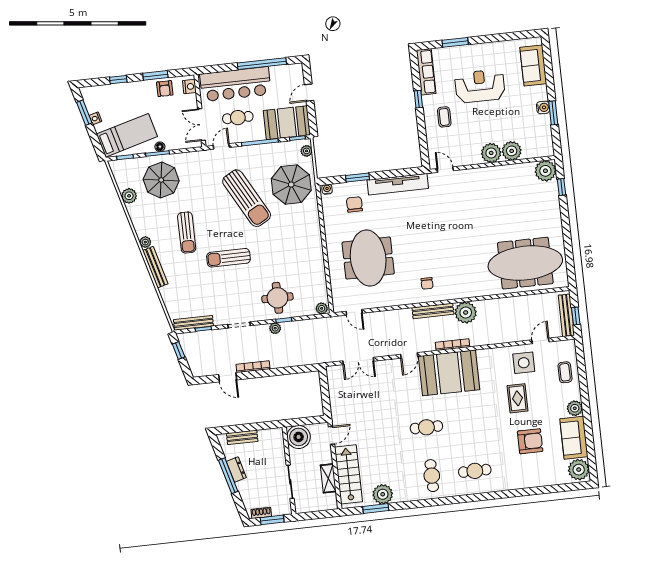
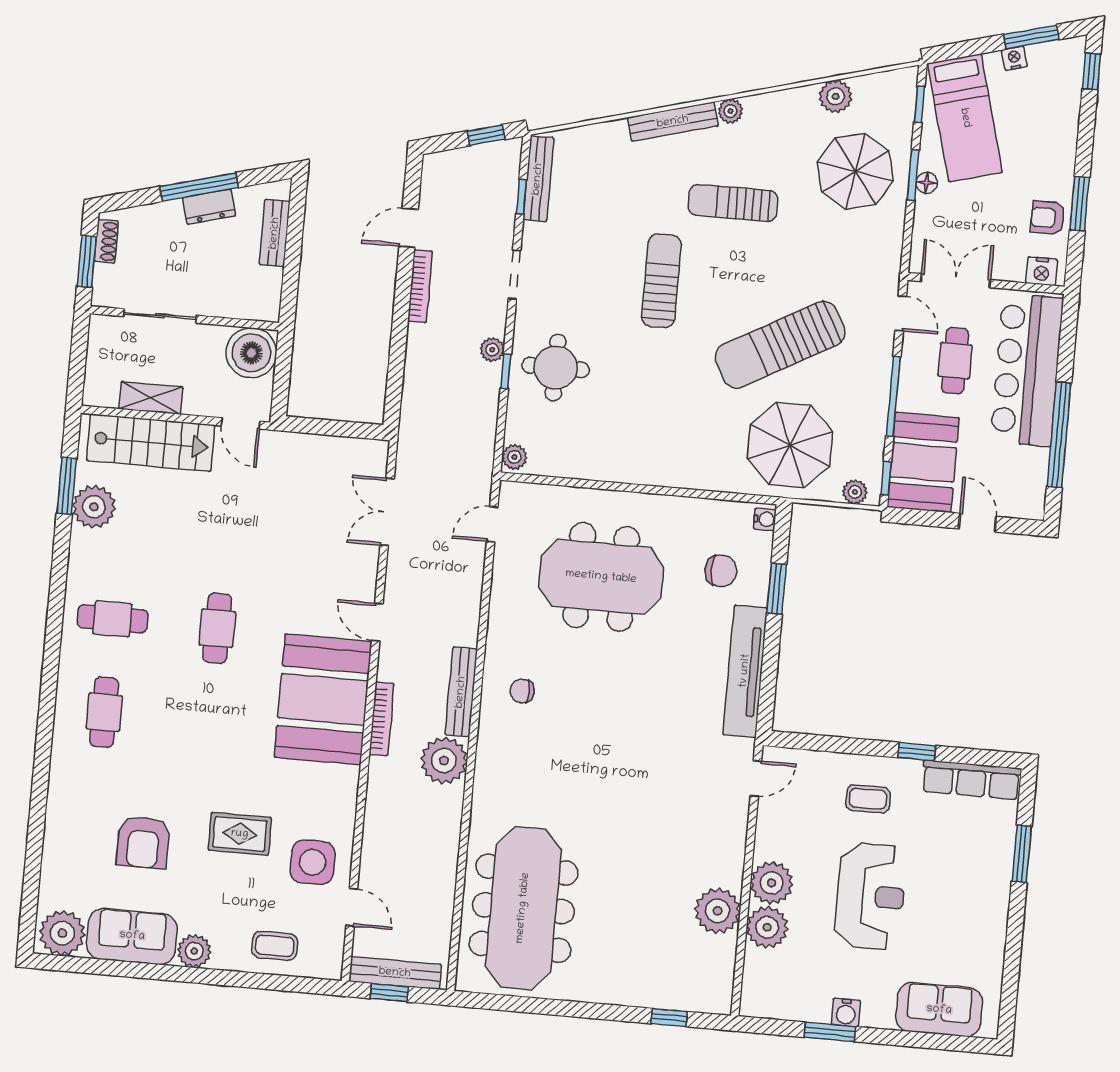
window: (118, 80) -> (1091, 71), moved
reception desk: (480, 86) -> (871, 896), moved
plant: (545, 171) -> (718, 911), moved

